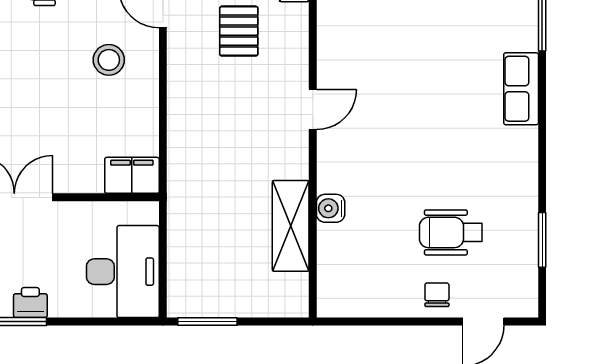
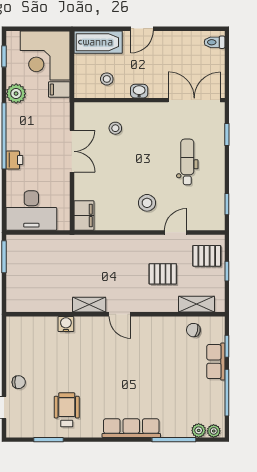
row of seats: (521, 89) -> (131, 428), width x1.48
shelving: (291, 226) -> (89, 305), moved, width x0.67, depth x0.75
wheelchair: (451, 232) -> (67, 410), moved

